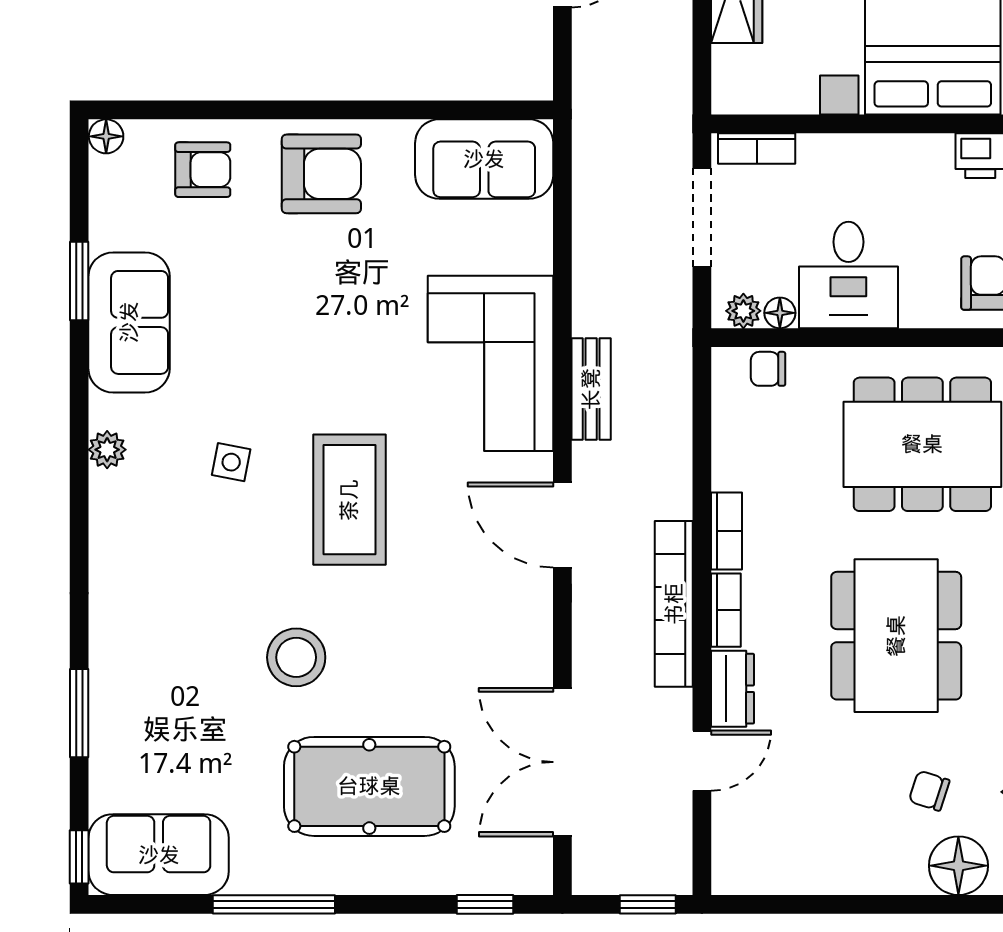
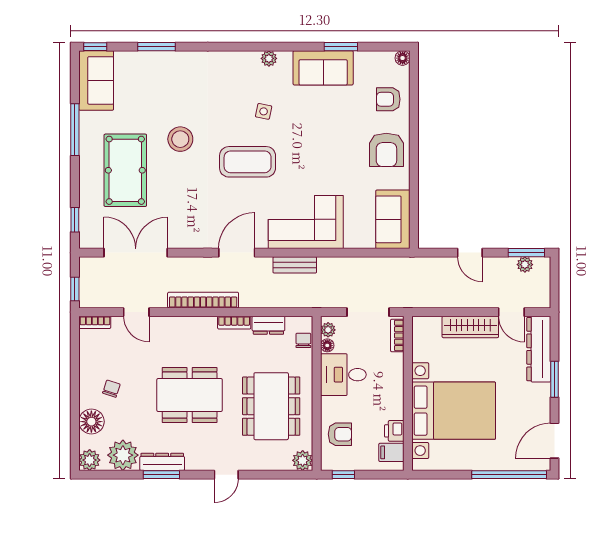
armchair: (203, 170) -> (388, 99), turned 90
bookcase: (726, 610) -> (95, 322), moved
dresser: (733, 689) -> (268, 325), moved
chair: (929, 791) -> (111, 389), moved

